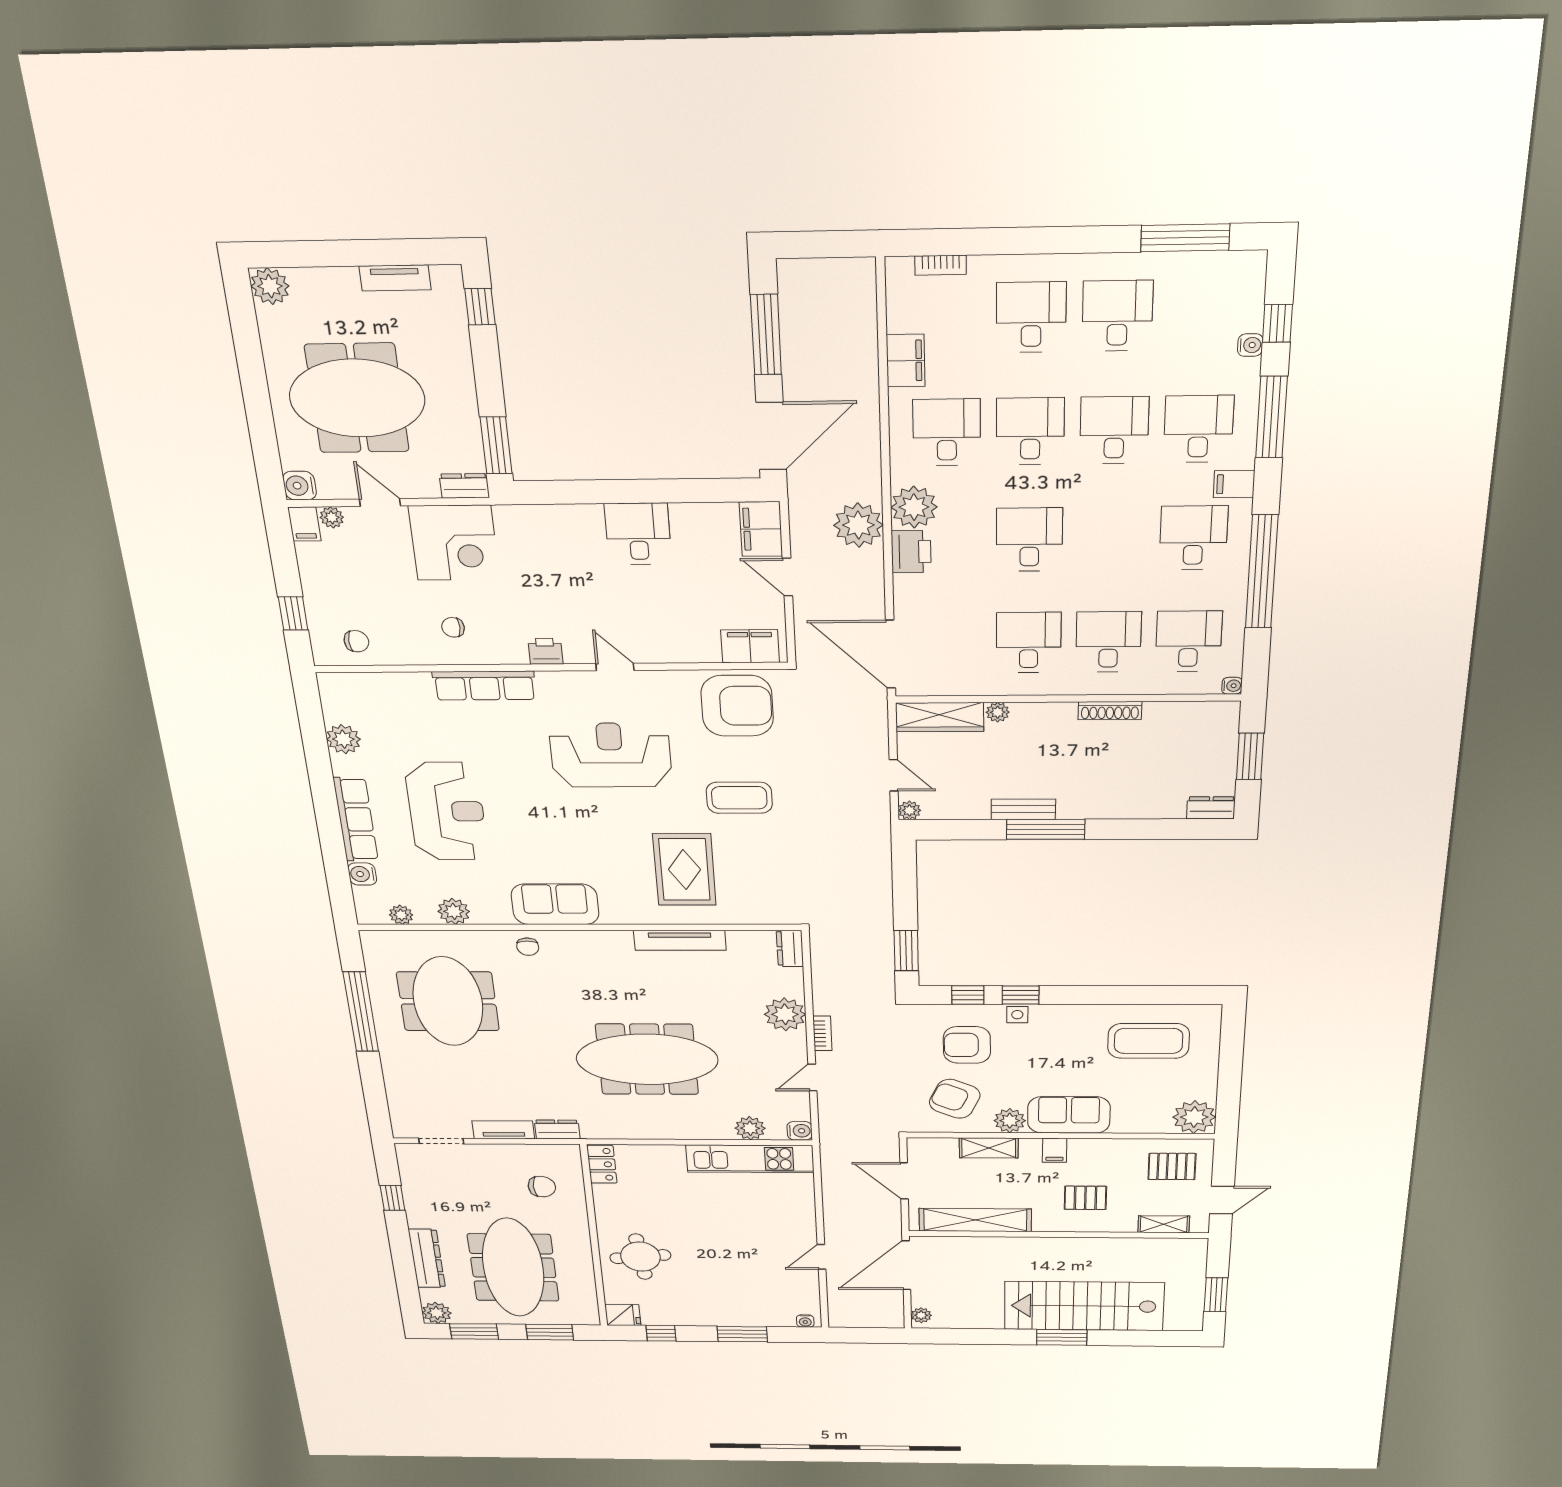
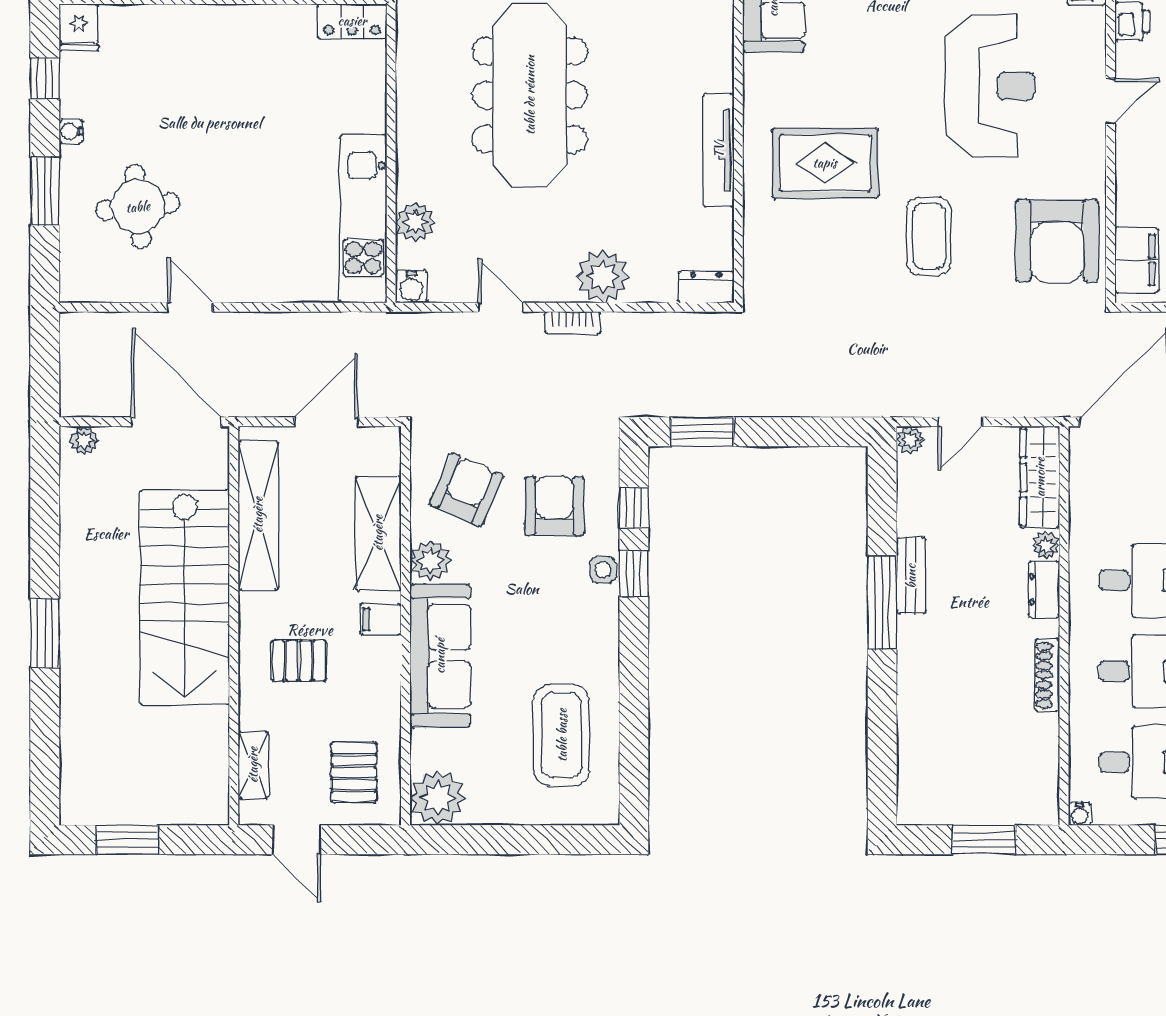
dresser: (1211, 808) -> (1044, 589), moved, turned 180
sofa: (1069, 1115) -> (440, 656), width x1.36
shelving: (989, 1148) -> (378, 533), width x1.50, depth x1.33
pallet: (1085, 1198) -> (299, 661), turned 90
round table: (640, 1257) -> (138, 207), moved
stairs: (1084, 1306) -> (185, 597), moved, turned 180
water cooler: (805, 1321) -> (71, 131), moved

